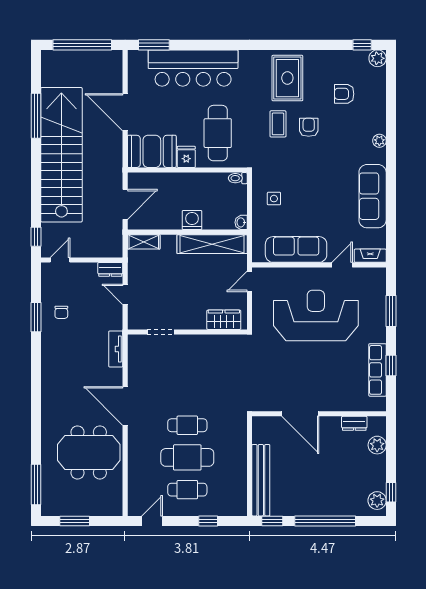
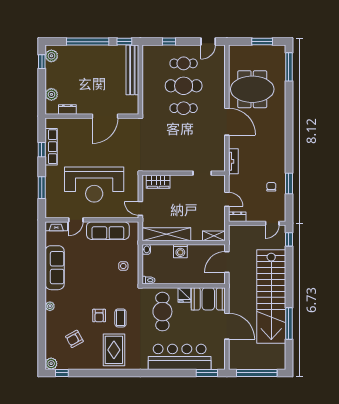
armchair: (344, 94) -> (74, 339), turned 151
door: (249, 281) -> (140, 208), swing flipped
door: (300, 414) -> (105, 116), swing flipped

